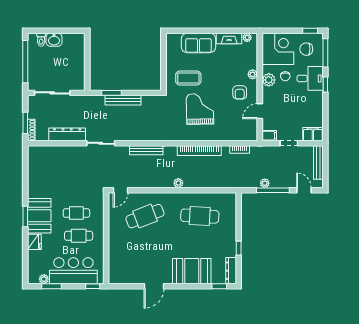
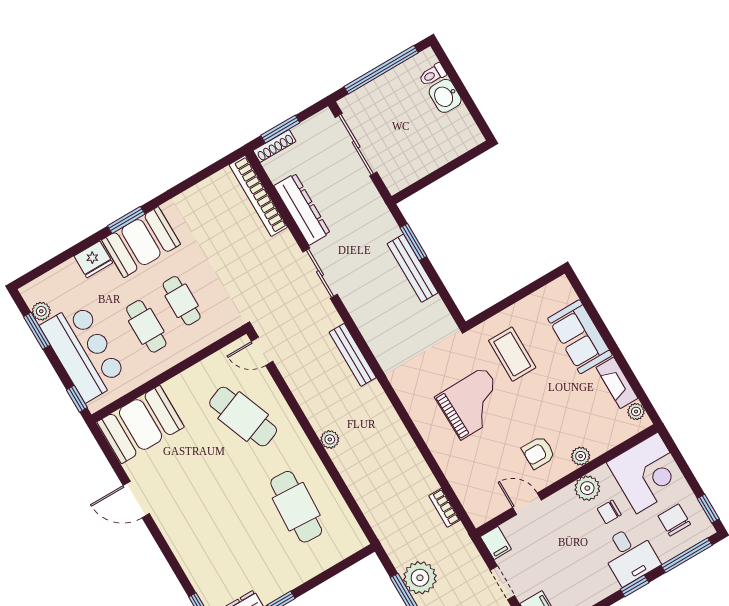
bookcase: (199, 151) -> (258, 196), moved
plant: (265, 183) -> (420, 578), width x1.88, depth x1.88
booth: (192, 271) -> (141, 424), moved, turned 90

